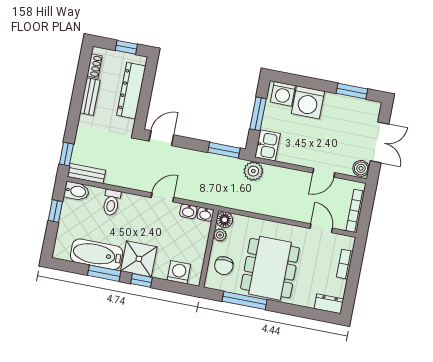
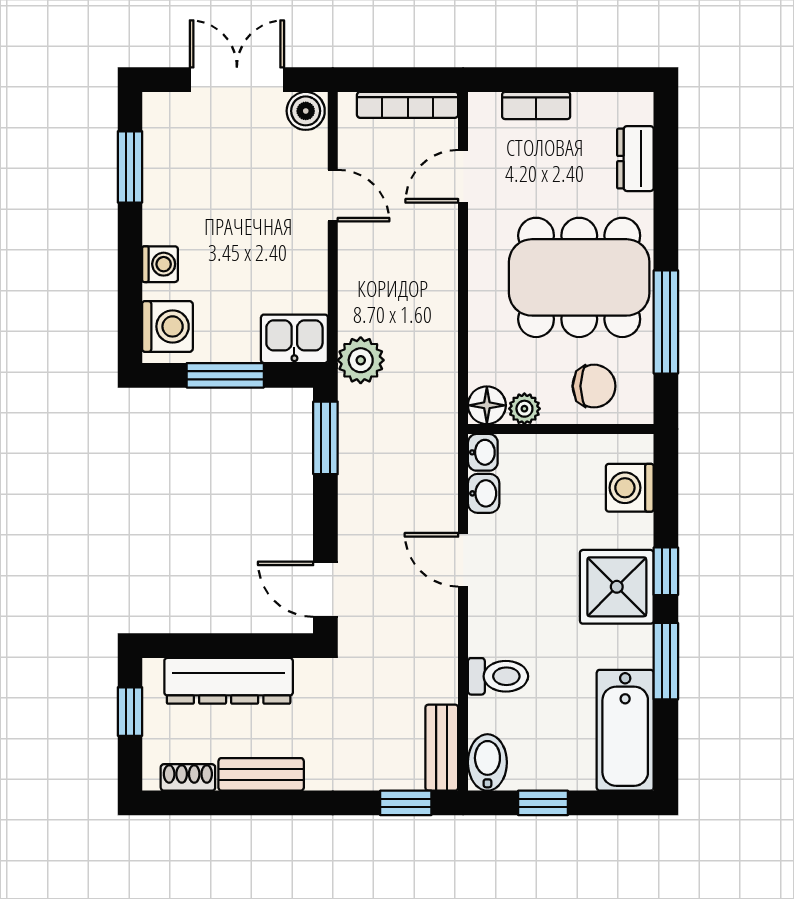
washing machine: (308, 102) -> (160, 264), width x0.53, depth x0.53
bathtub: (97, 254) -> (625, 730), moved
dresser: (329, 304) -> (635, 159), moved

